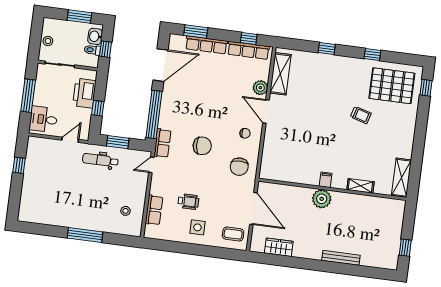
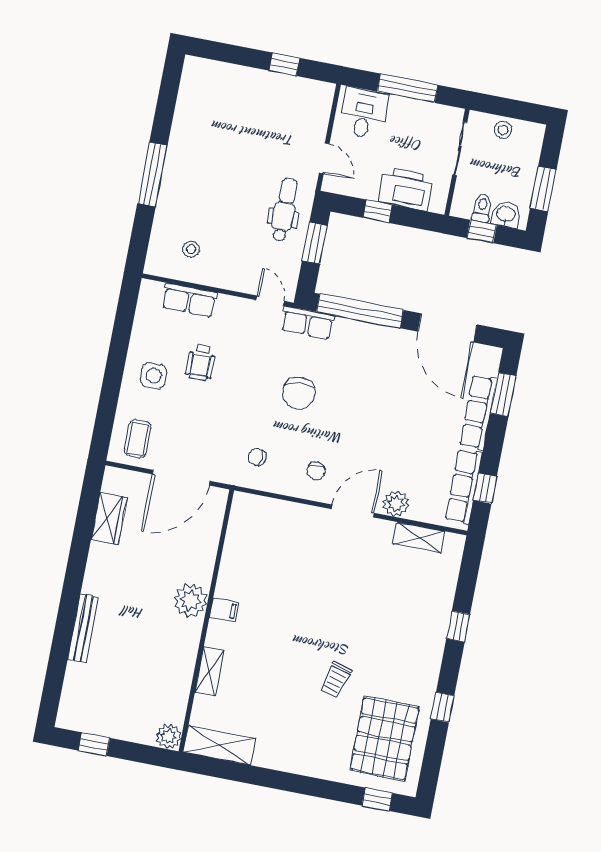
shelving: (280, 74) -> (419, 537), width x0.67, depth x0.75
chair: (239, 167) -> (257, 457), width x0.54, depth x0.54
plant: (398, 206) -> (169, 736), added

